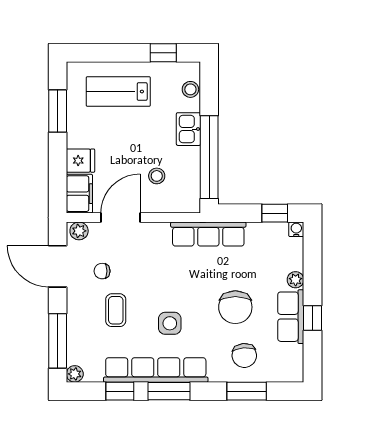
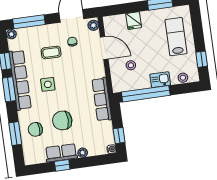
filing cabinet: (79, 194) -> (115, 23), removed

